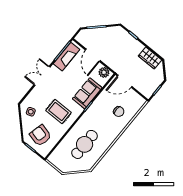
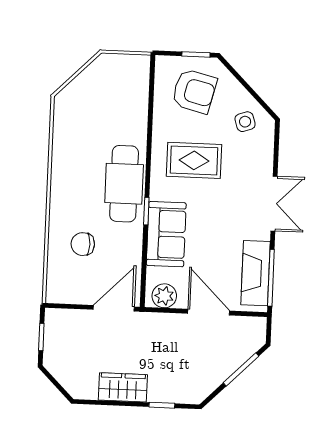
wardrobe: (150, 58) -> (123, 387), moved
cafe table: (85, 144) -> (124, 184), moved

